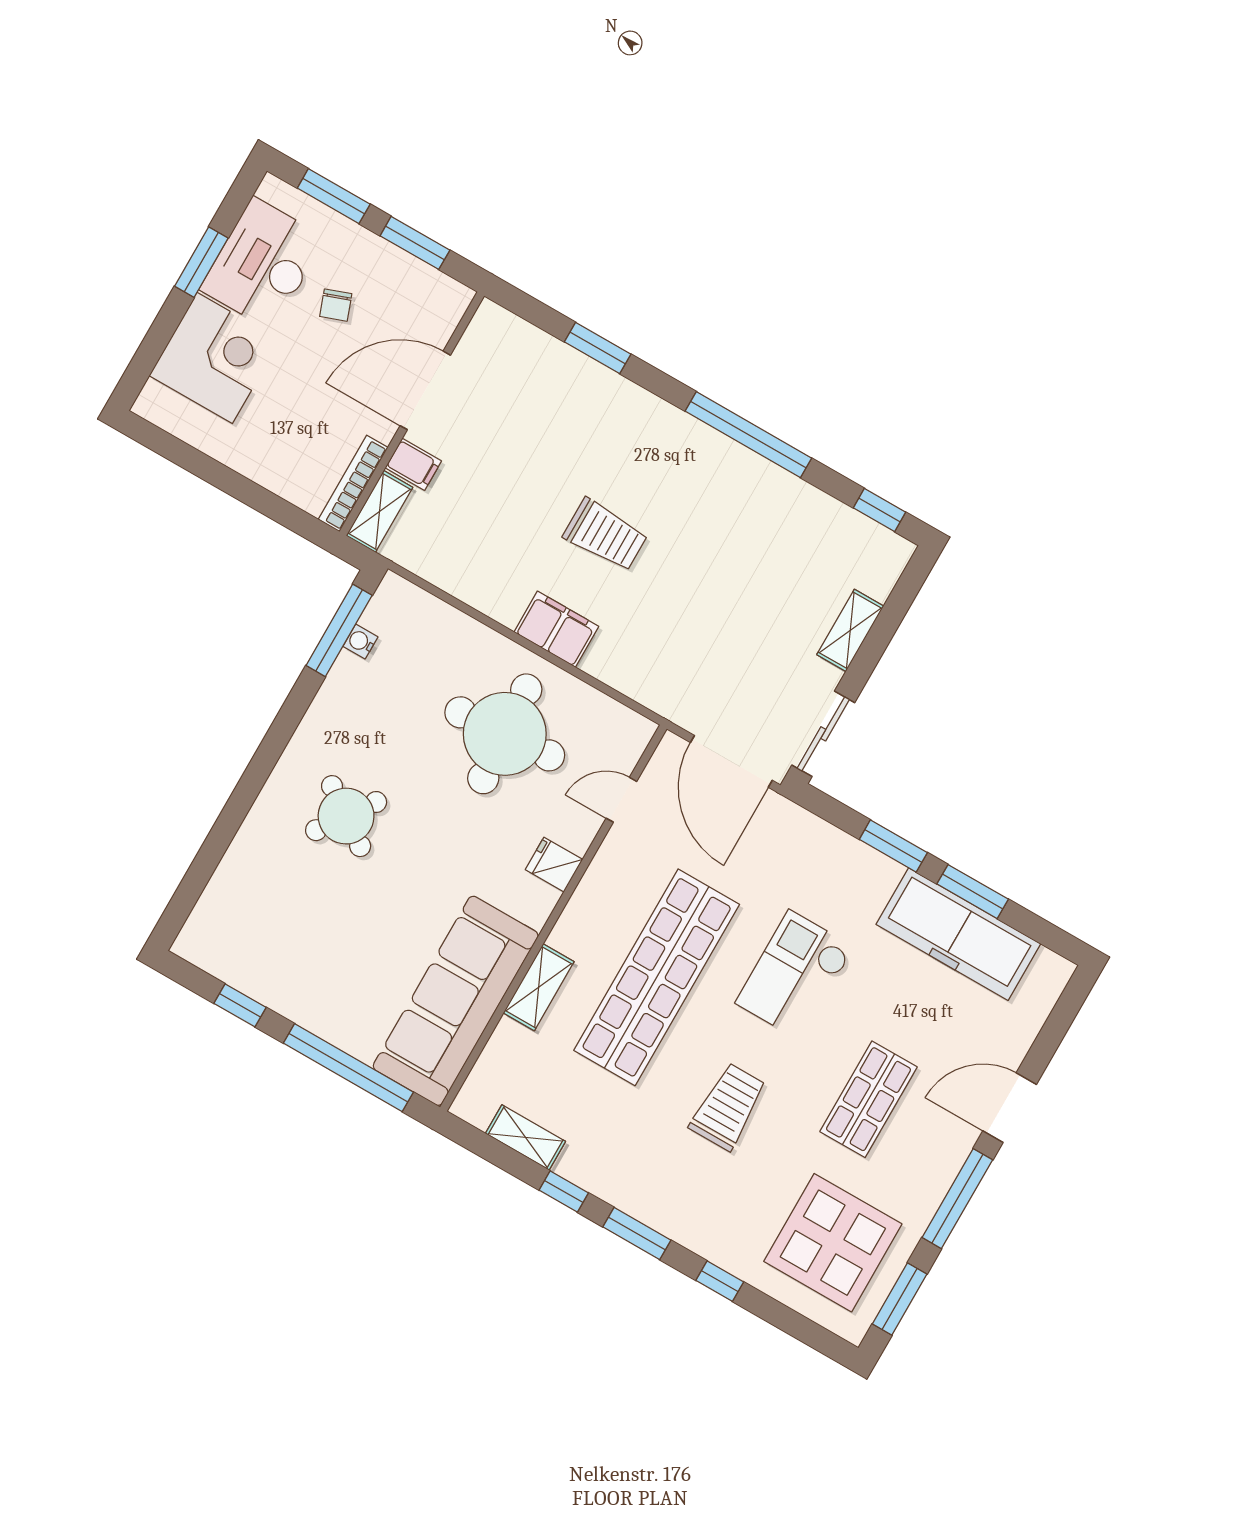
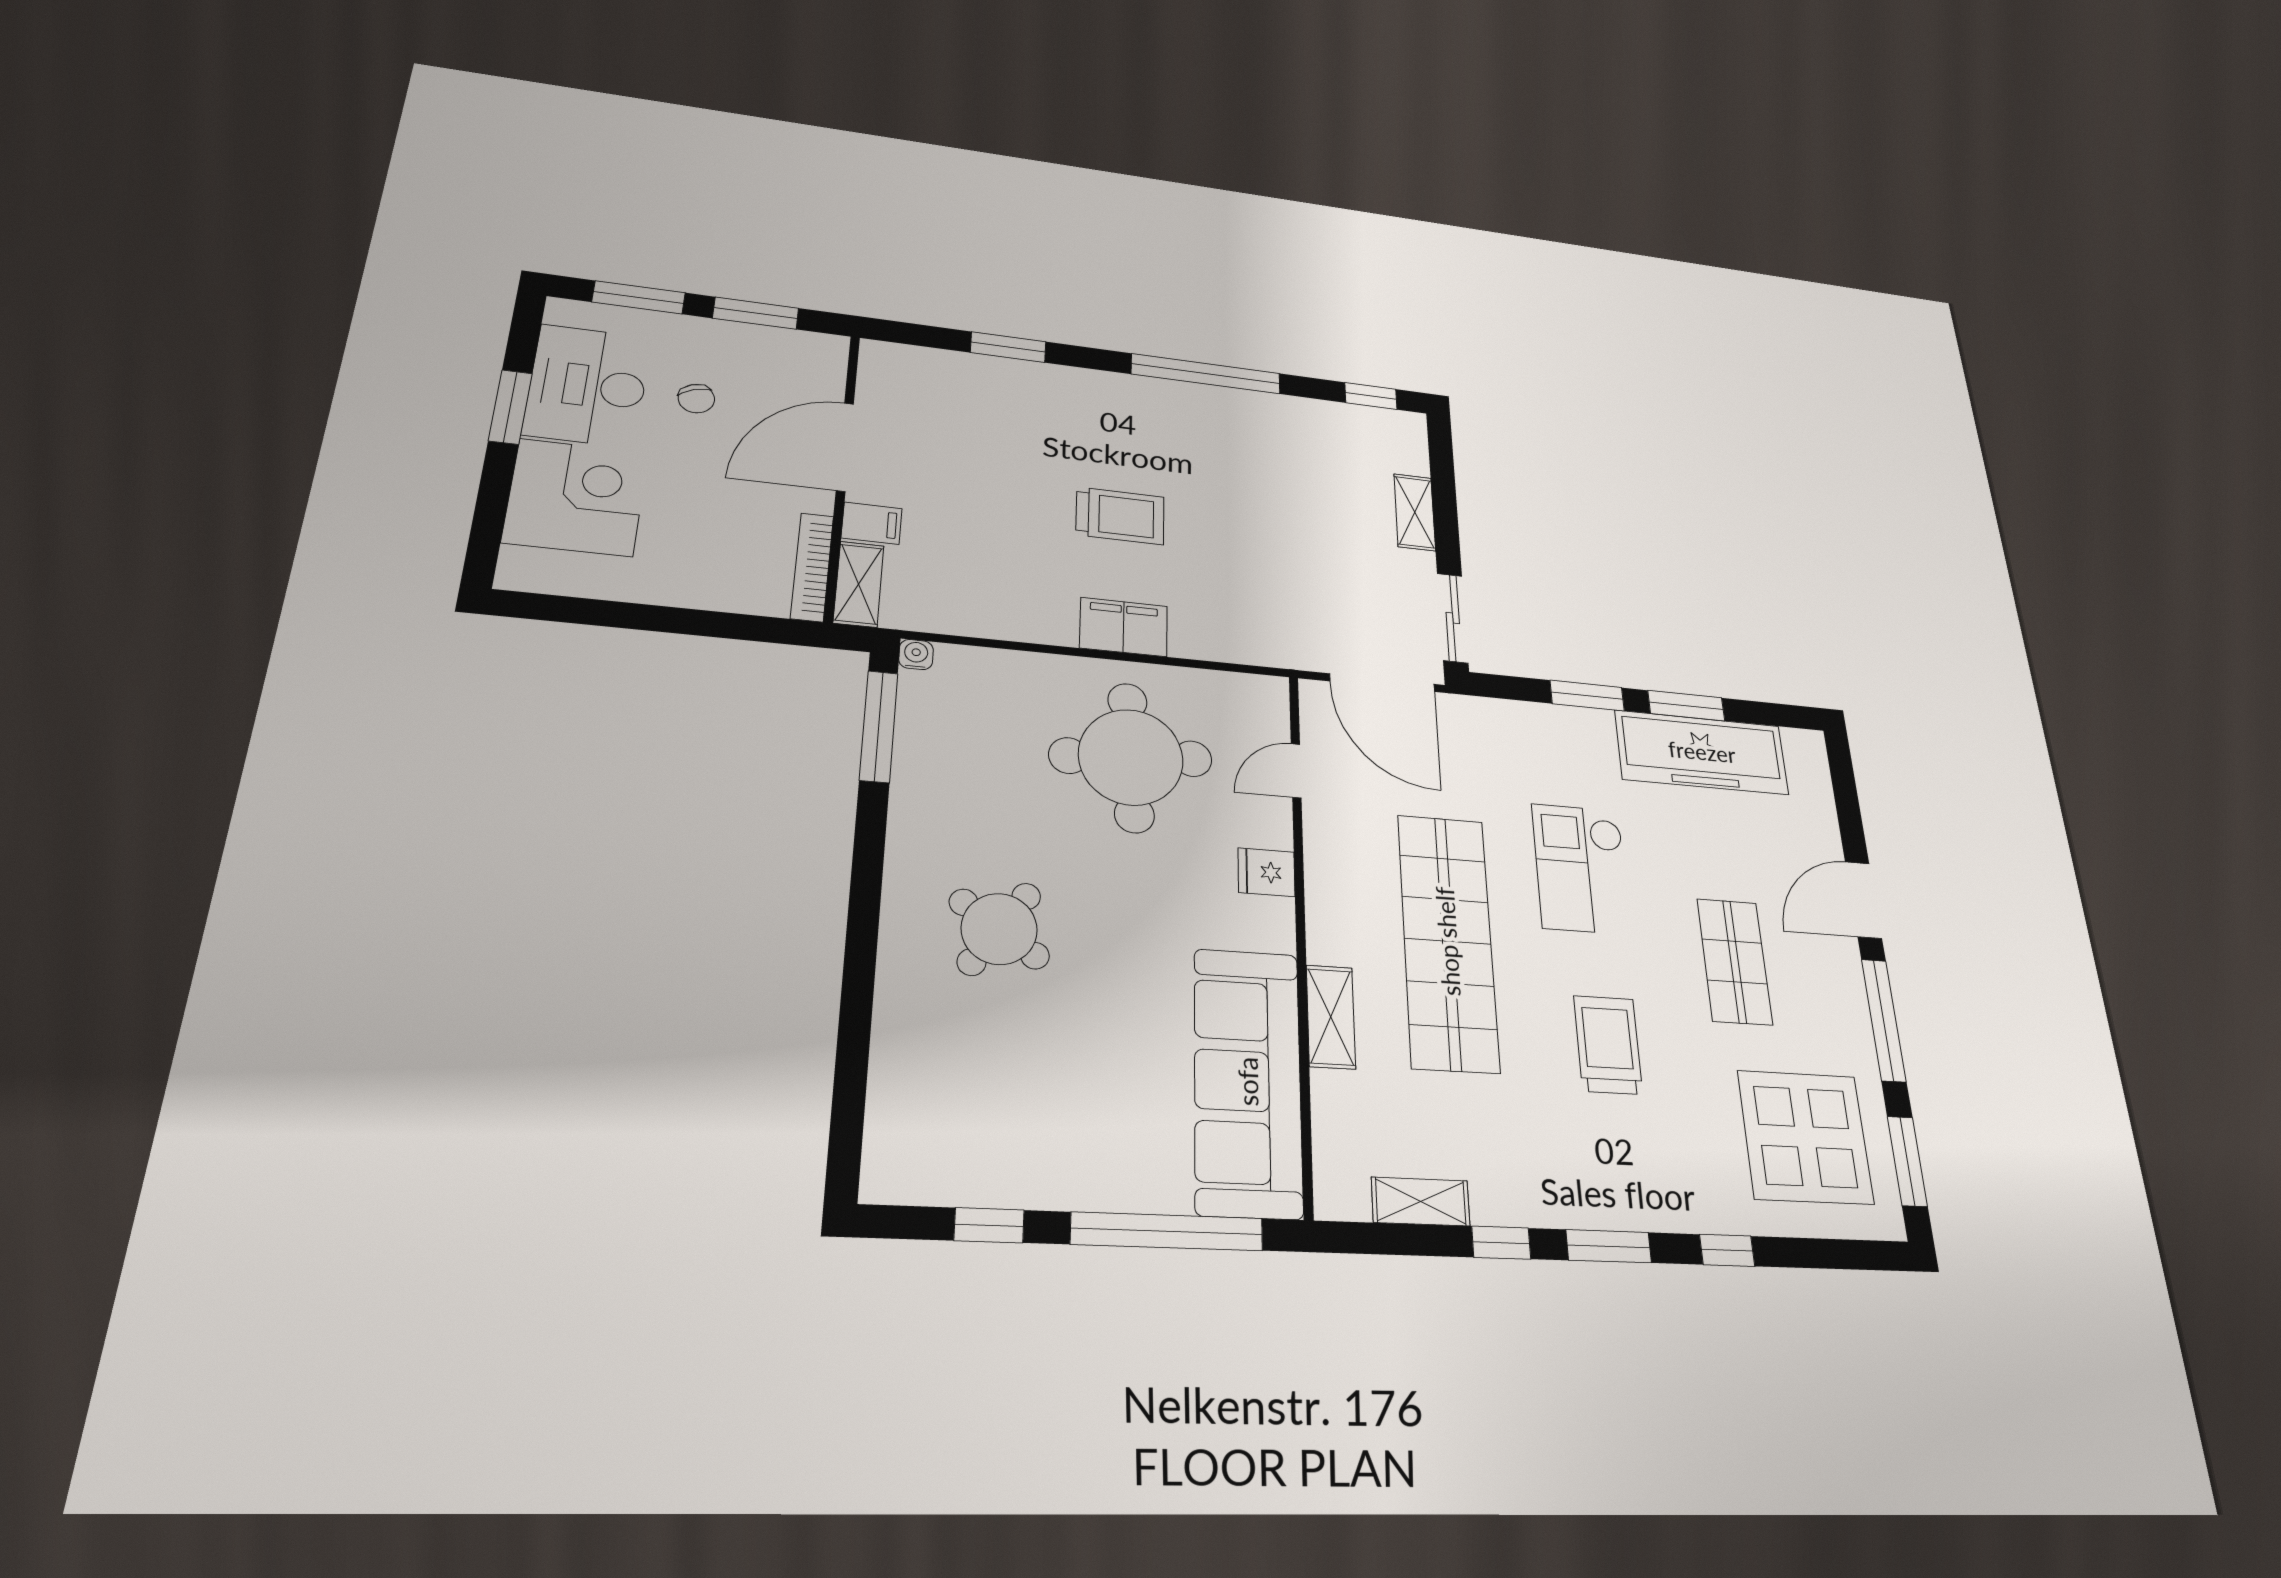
water cooler: (360, 642) -> (916, 655), moved, turned 90

